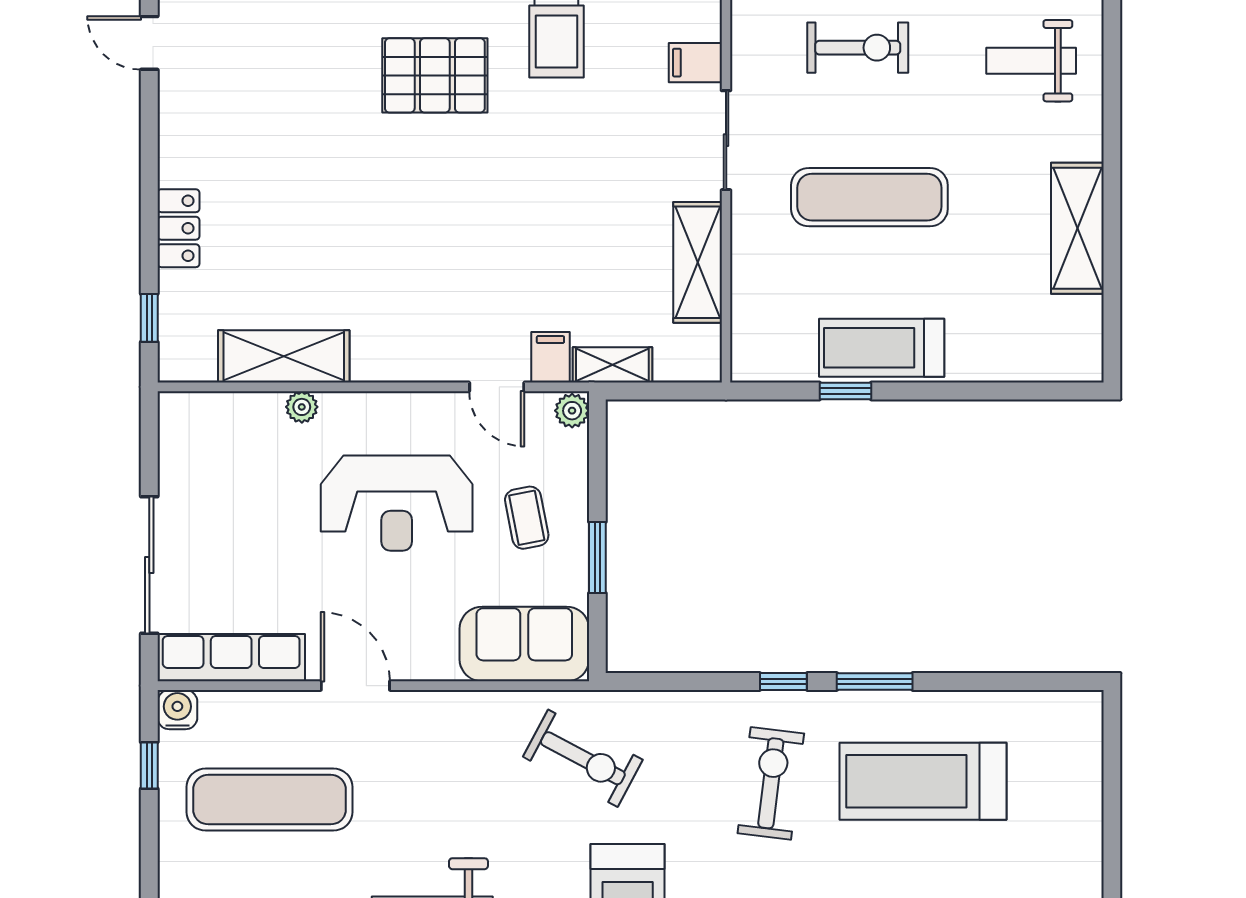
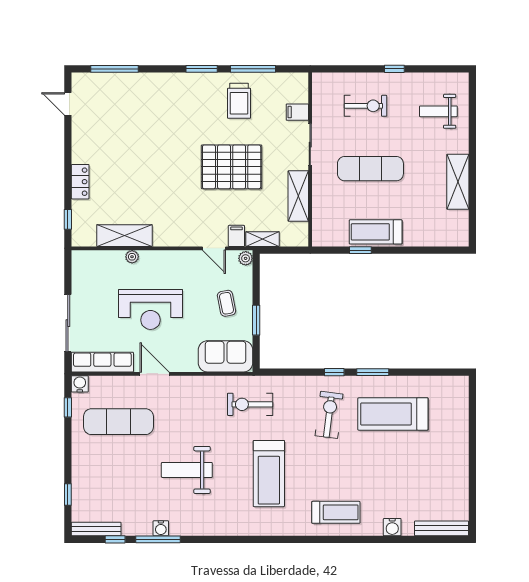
pallet: (435, 75) -> (232, 167), moved, width x1.37, depth x1.41
reception desk: (397, 503) -> (150, 309), moved
exercise bike: (583, 758) -> (250, 404), turned 152

